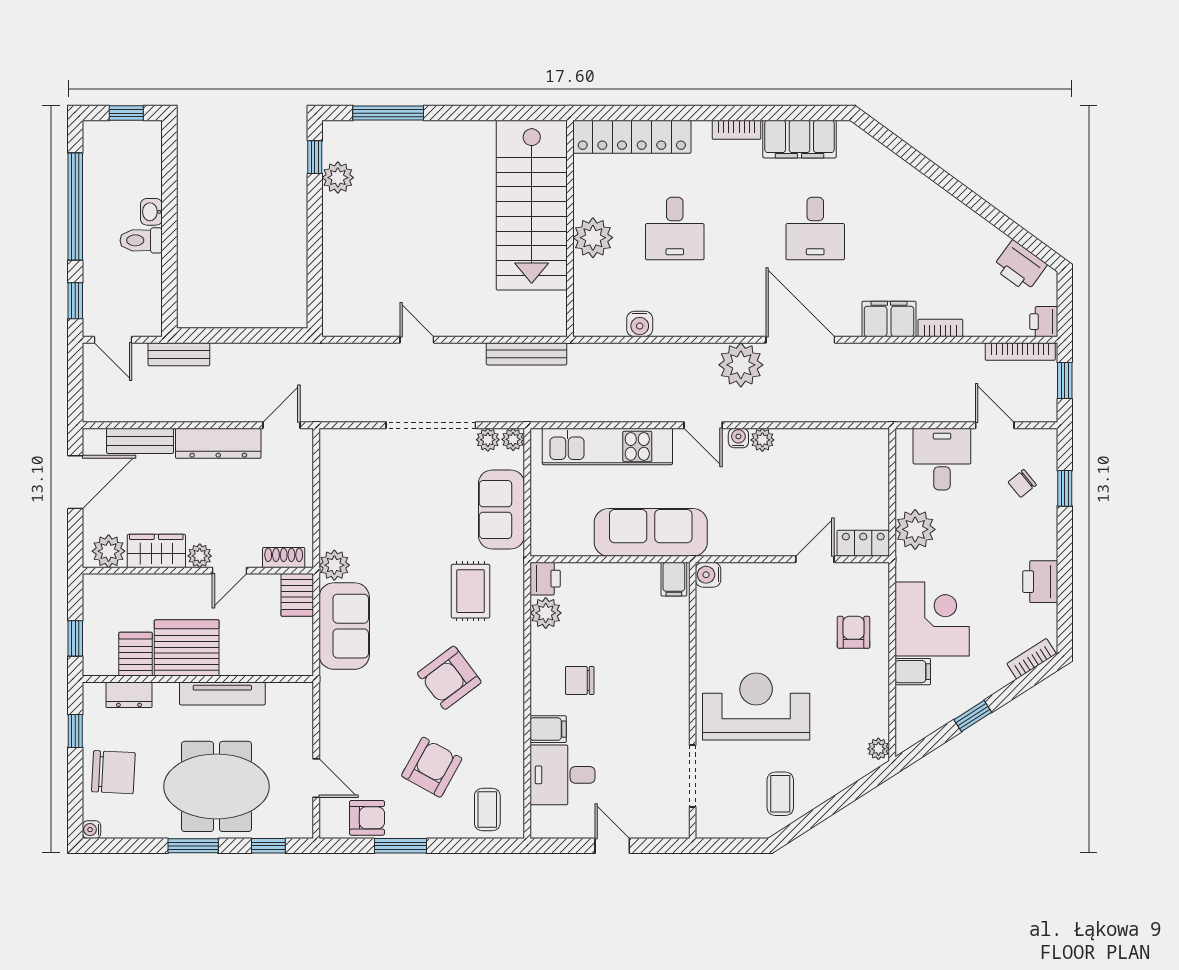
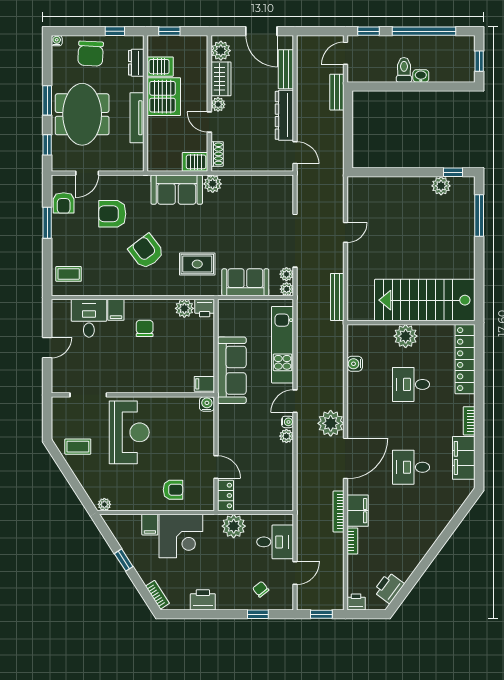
bookcase: (1020, 351) -> (339, 512), moved
armchair: (432, 767) -> (112, 214), moved, turned 151

